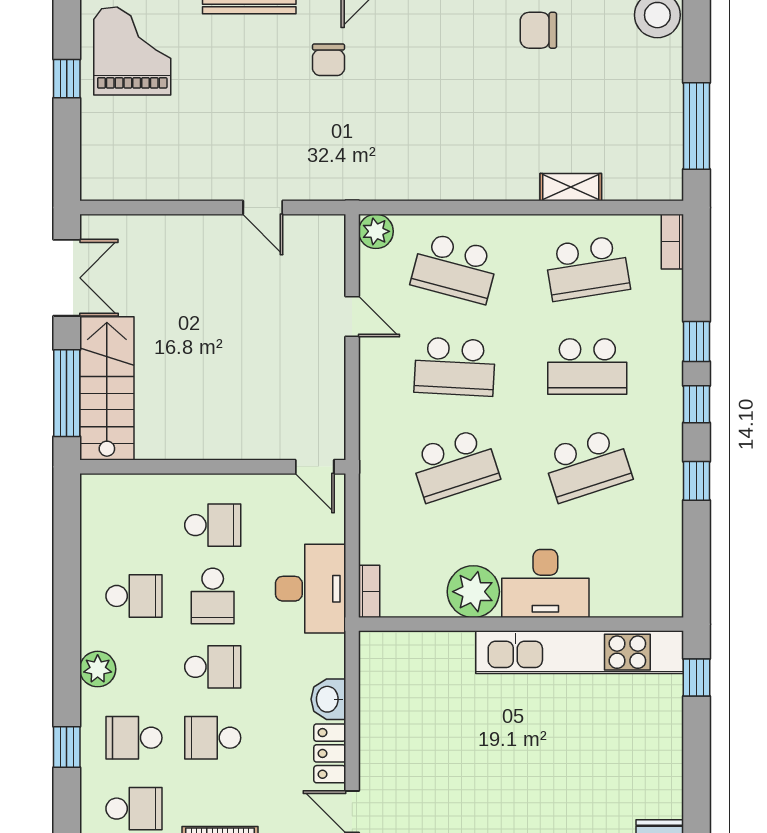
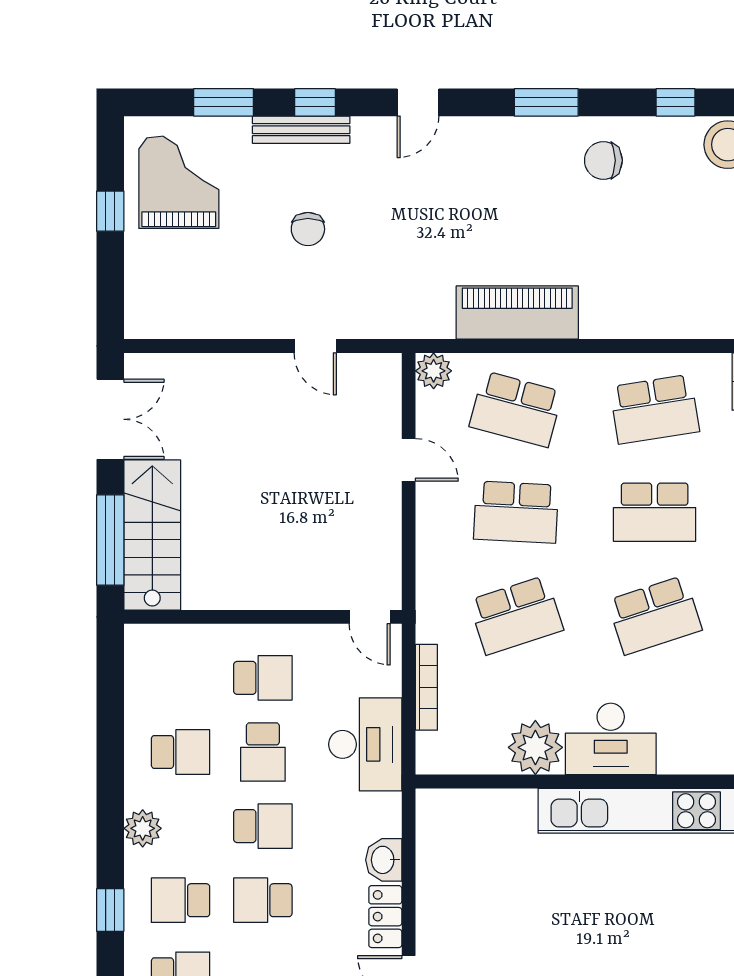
chair: (329, 60) -> (308, 229), moved
piano: (456, 176) -> (517, 313), added
shelving: (571, 187) -> (637, 325), removed
bookcase: (369, 591) -> (426, 687), moved, width x1.56

